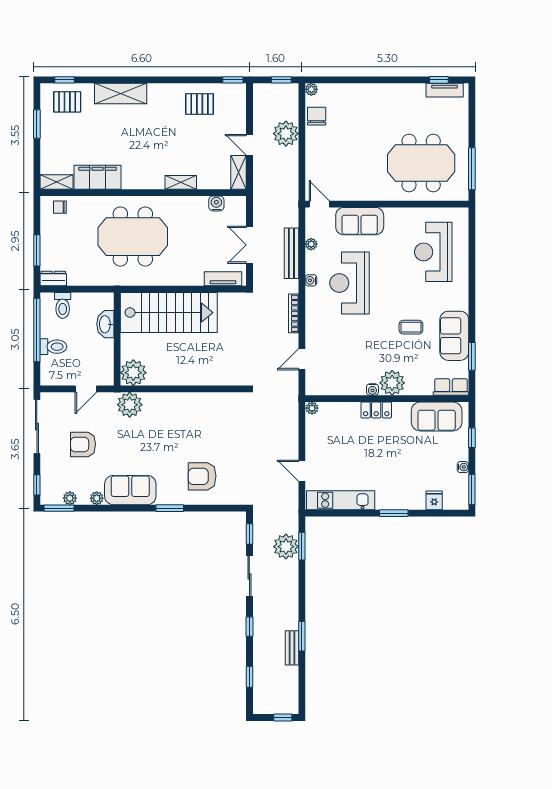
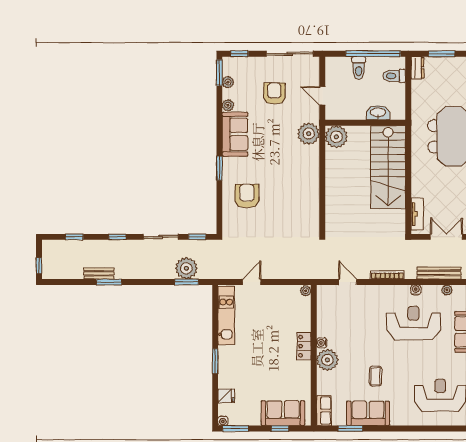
sofa: (437, 416) -> (283, 413), moved, turned 90
water cooler: (463, 467) -> (223, 421), moved

